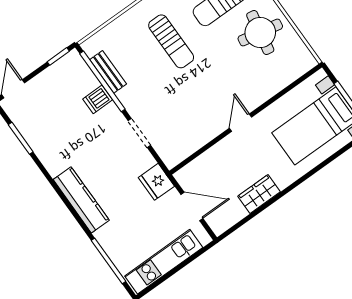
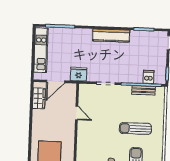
dishwasher: (98, 99) -> (149, 77), moved
door: (241, 123) -> (77, 113), moved
wardrobe: (259, 194) -> (39, 98), moved
kitchen counter: (81, 200) -> (111, 35), moved

